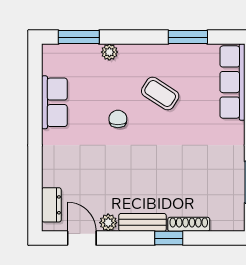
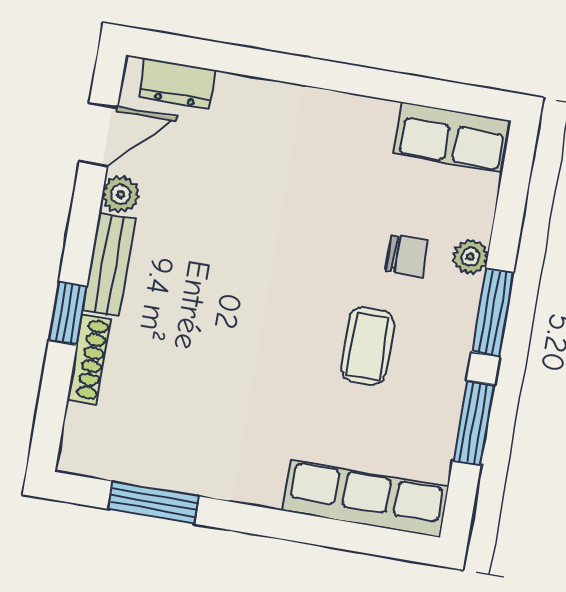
window: (79, 37) -> (493, 313), moved
coffee table: (160, 94) -> (368, 346), turned -33
row of seats: (54, 102) -> (452, 137), moved
chair: (118, 119) -> (407, 256), moved

